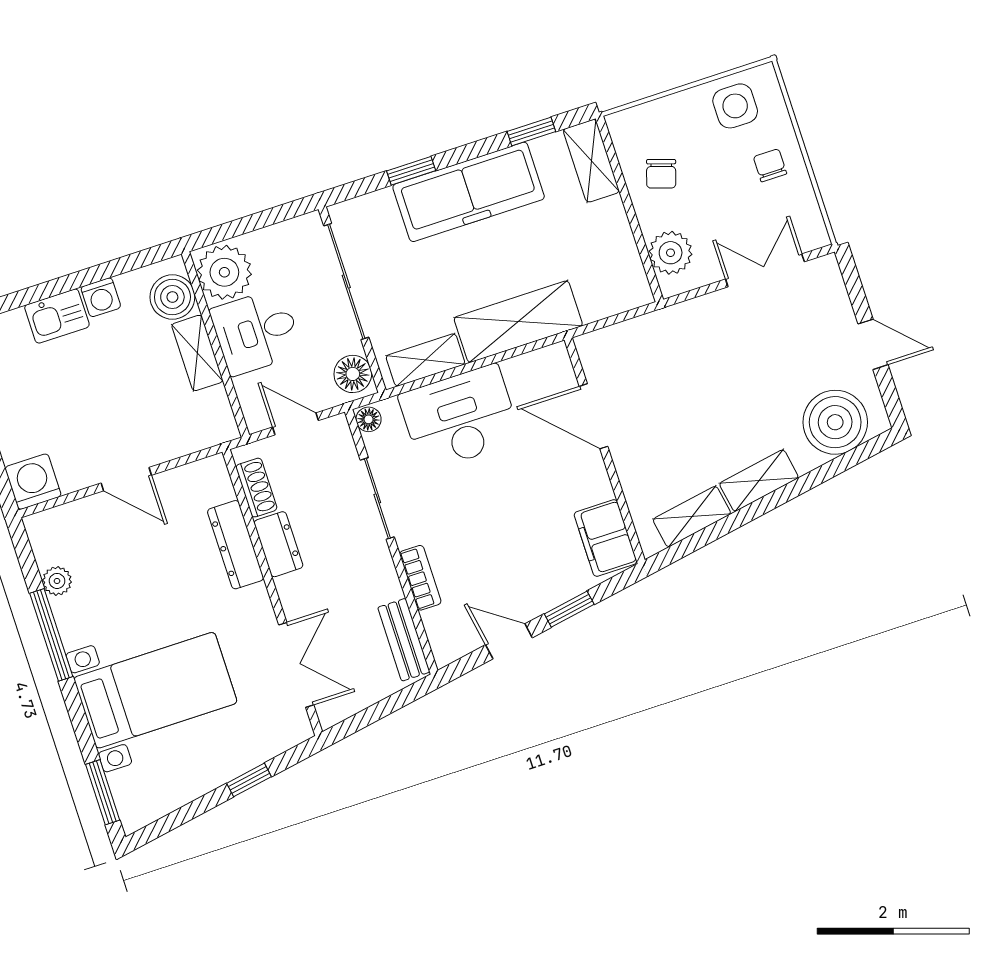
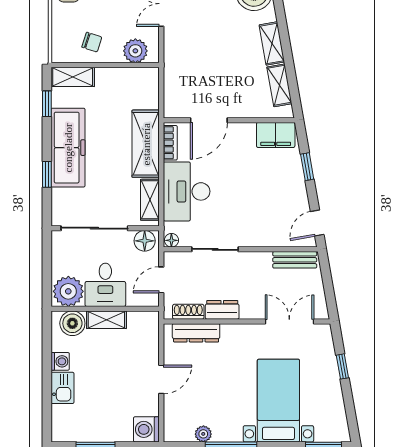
dresser: (236, 545) -> (196, 333), moved
bookcase: (420, 578) -> (170, 143), moved, turned 90
door: (509, 641) -> (317, 223), moved

